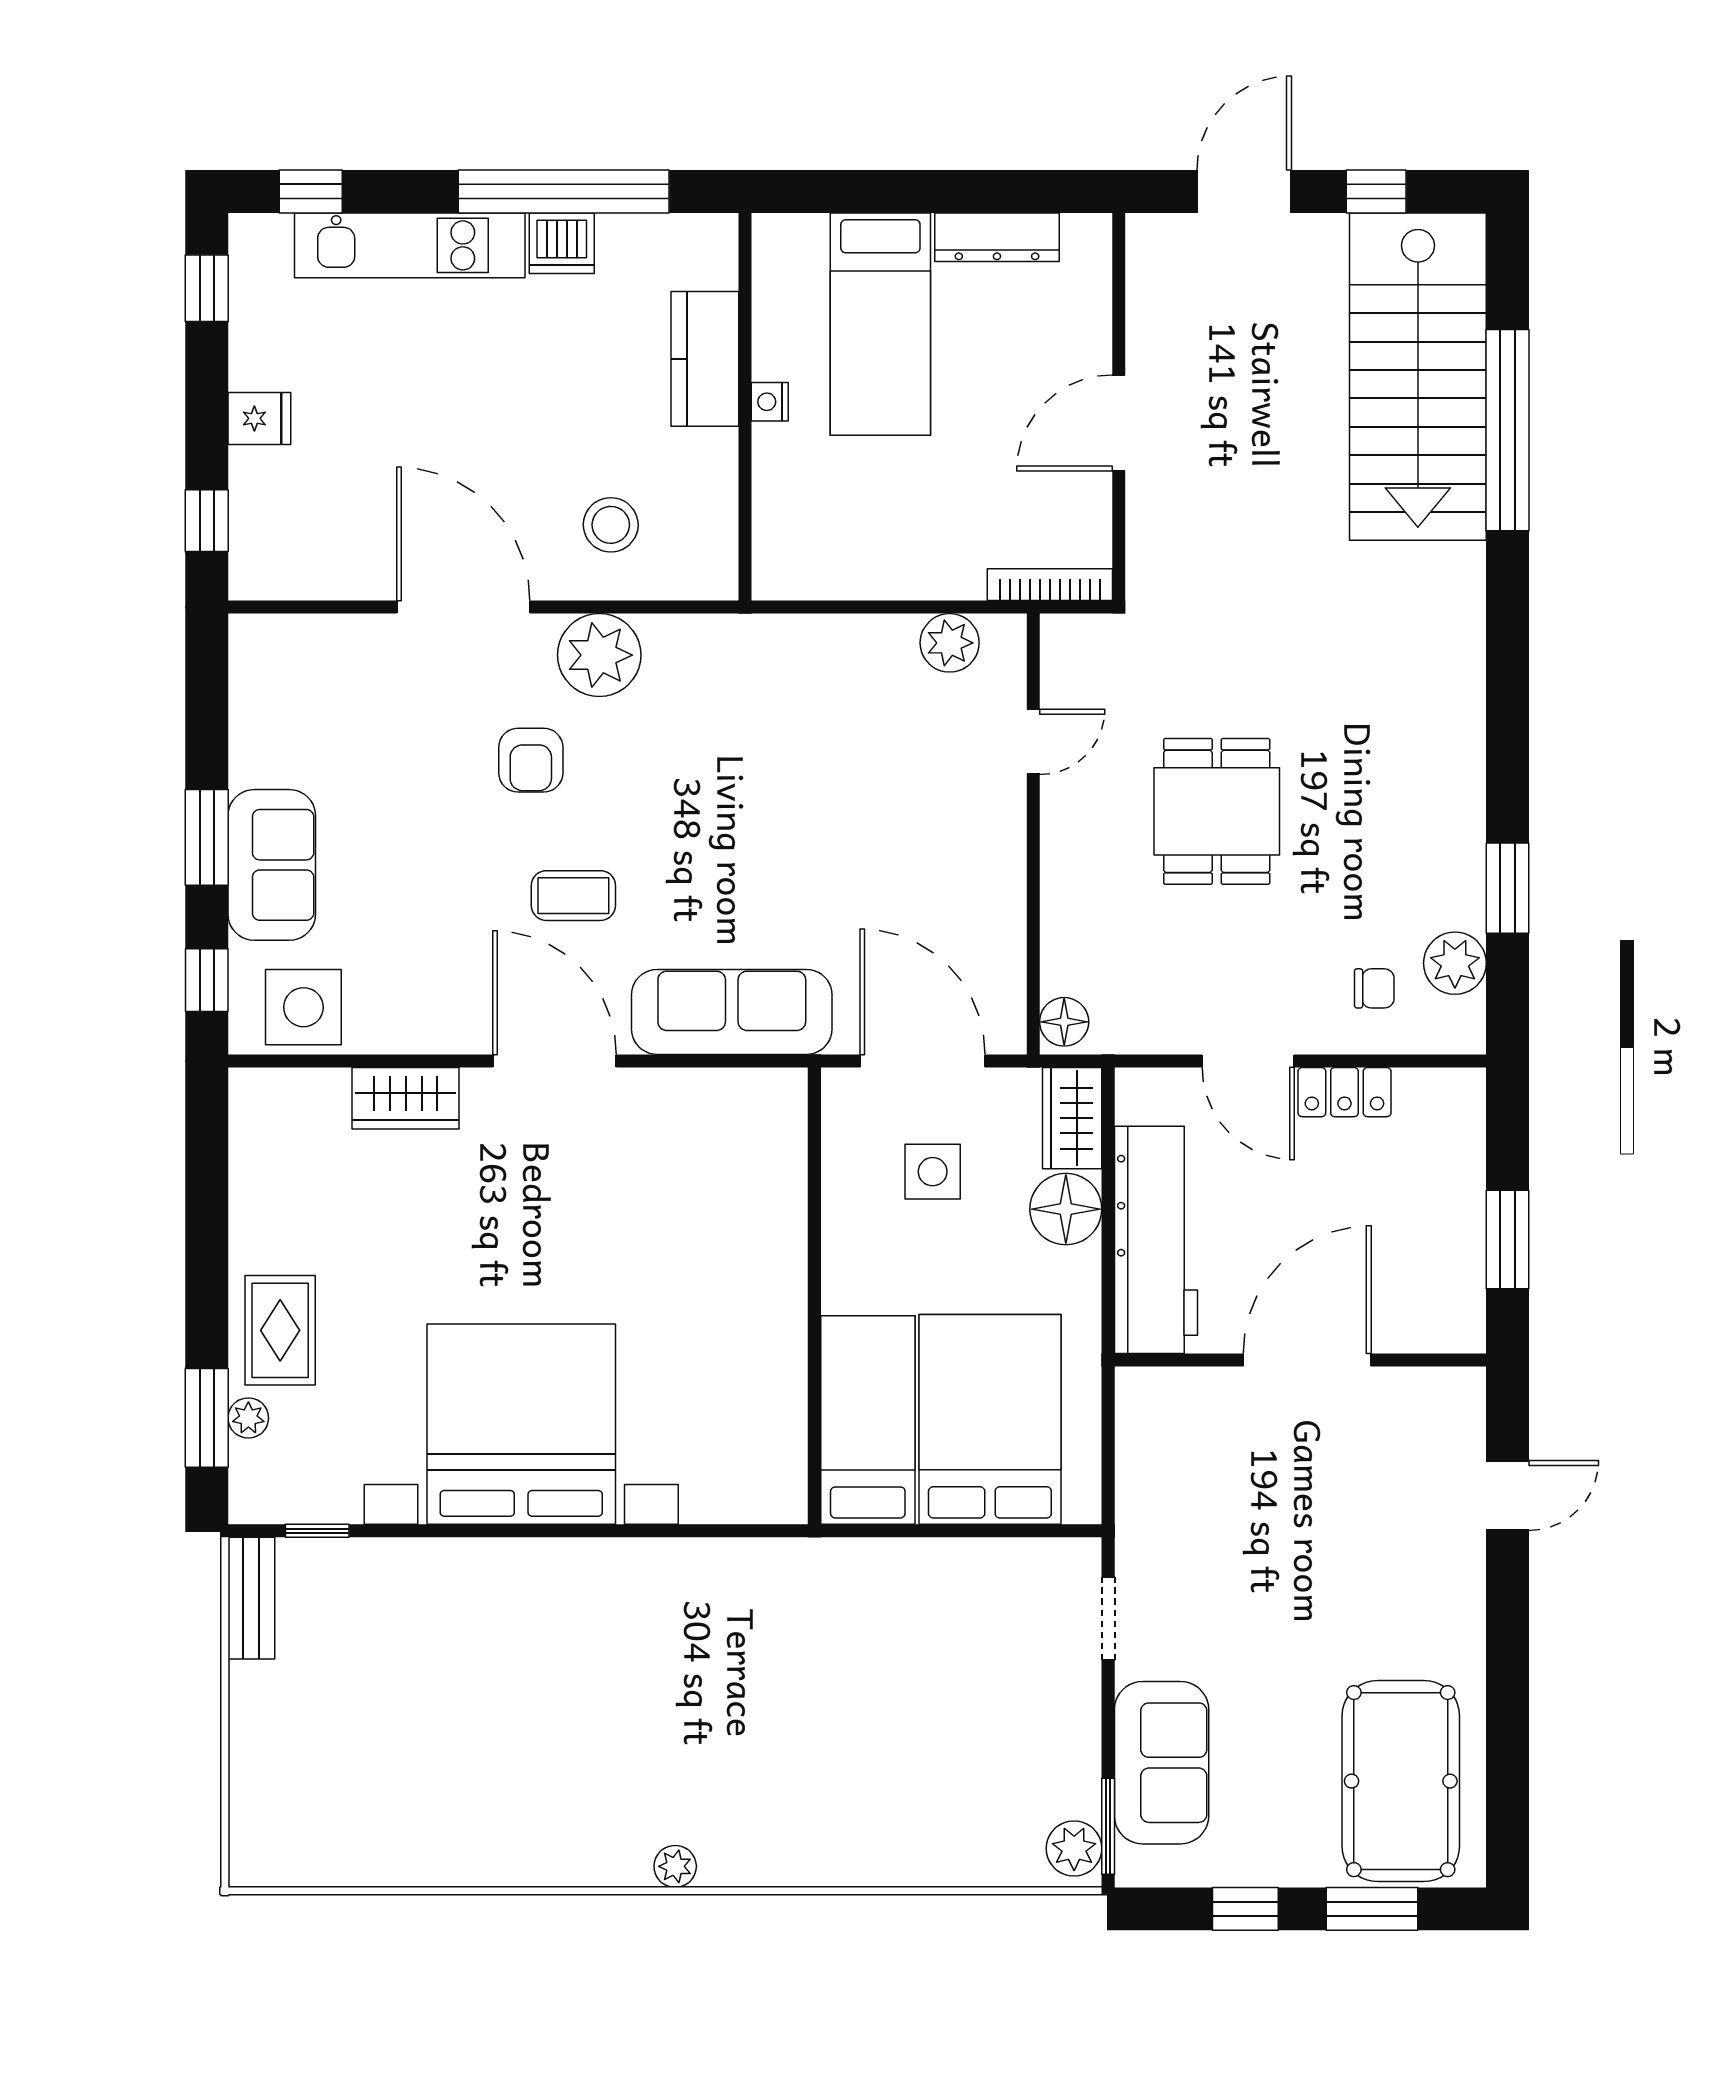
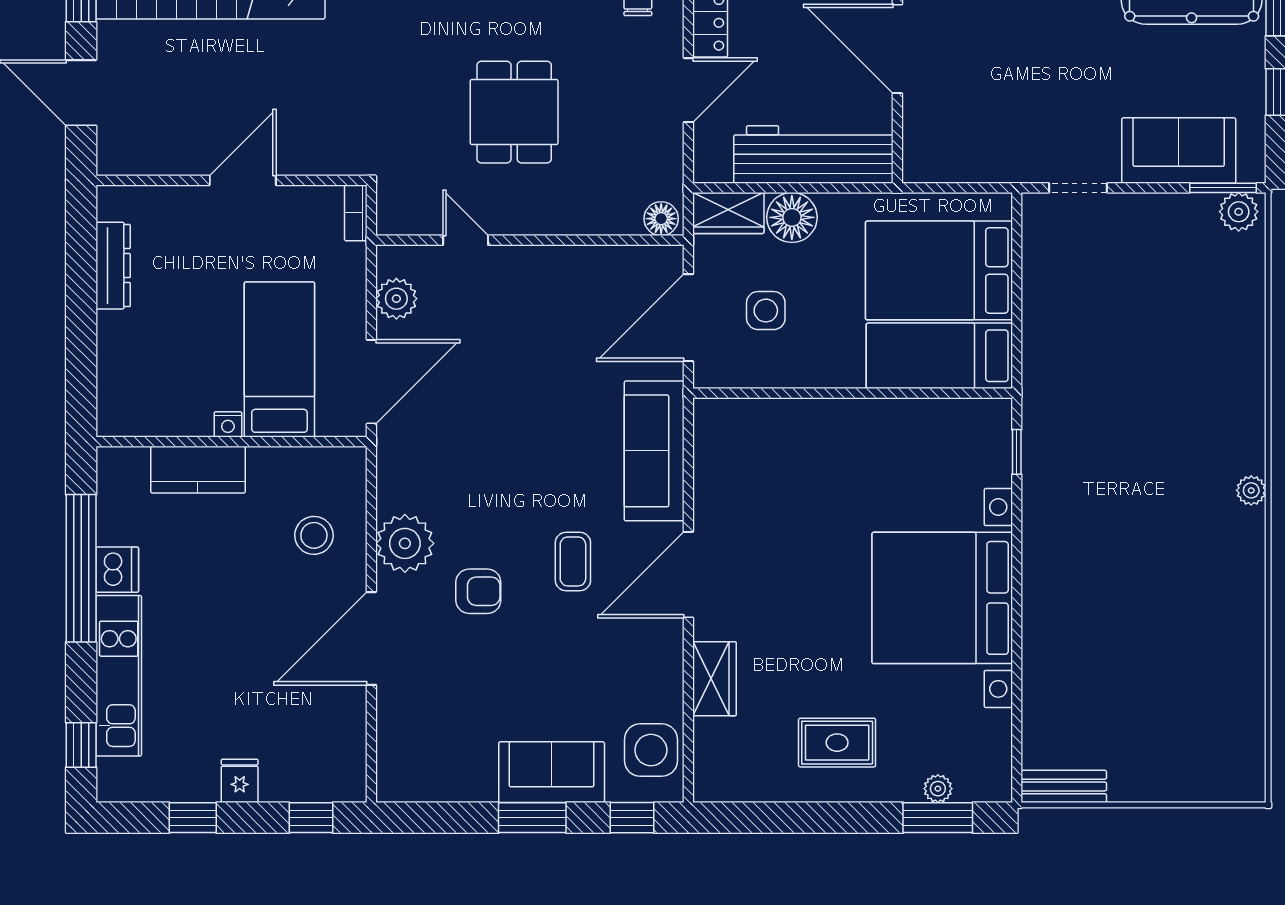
window: (207, 288) -> (193, 818), moved
bed: (880, 324) -> (279, 359), moved, turned -90
door: (1119, 423) -> (243, 180), swing flipped
bookcase: (1050, 585) -> (356, 213), width x0.64
door: (831, 607) -> (371, 382), added
dining table: (1217, 811) -> (514, 112), turned 90
rug: (280, 1330) -> (837, 743), moved
window: (317, 1531) -> (1017, 452), moved

